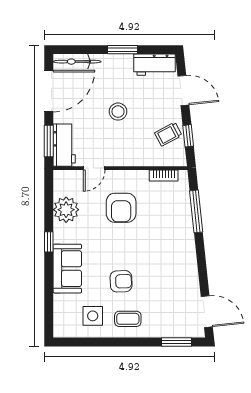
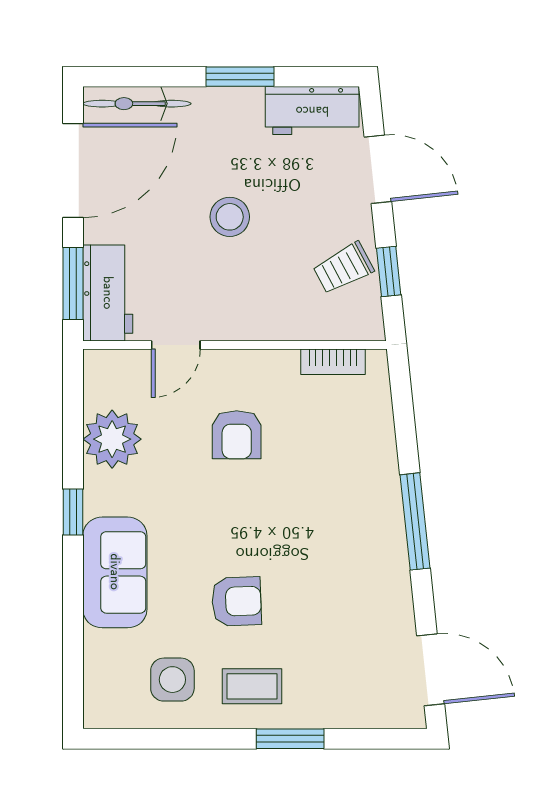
armchair: (121, 208) -> (237, 435), width x0.72, depth x0.72
window: (196, 211) -> (415, 521), moved
window: (176, 342) -> (290, 739), moved

